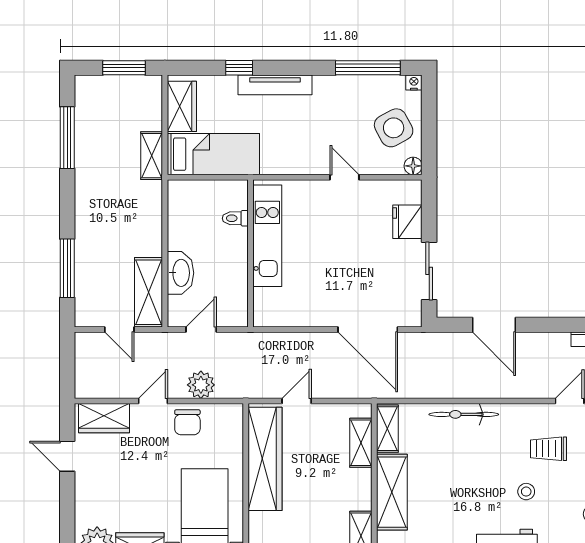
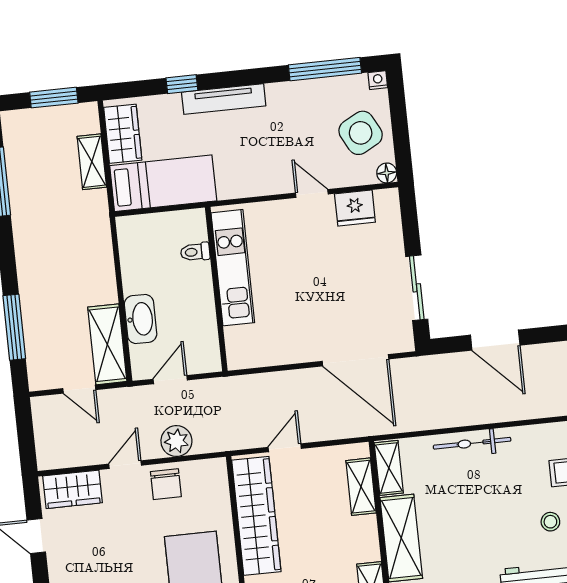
shelving: (152, 156) -> (92, 162), moved
fridge: (407, 222) -> (355, 208), moved, turned -90

